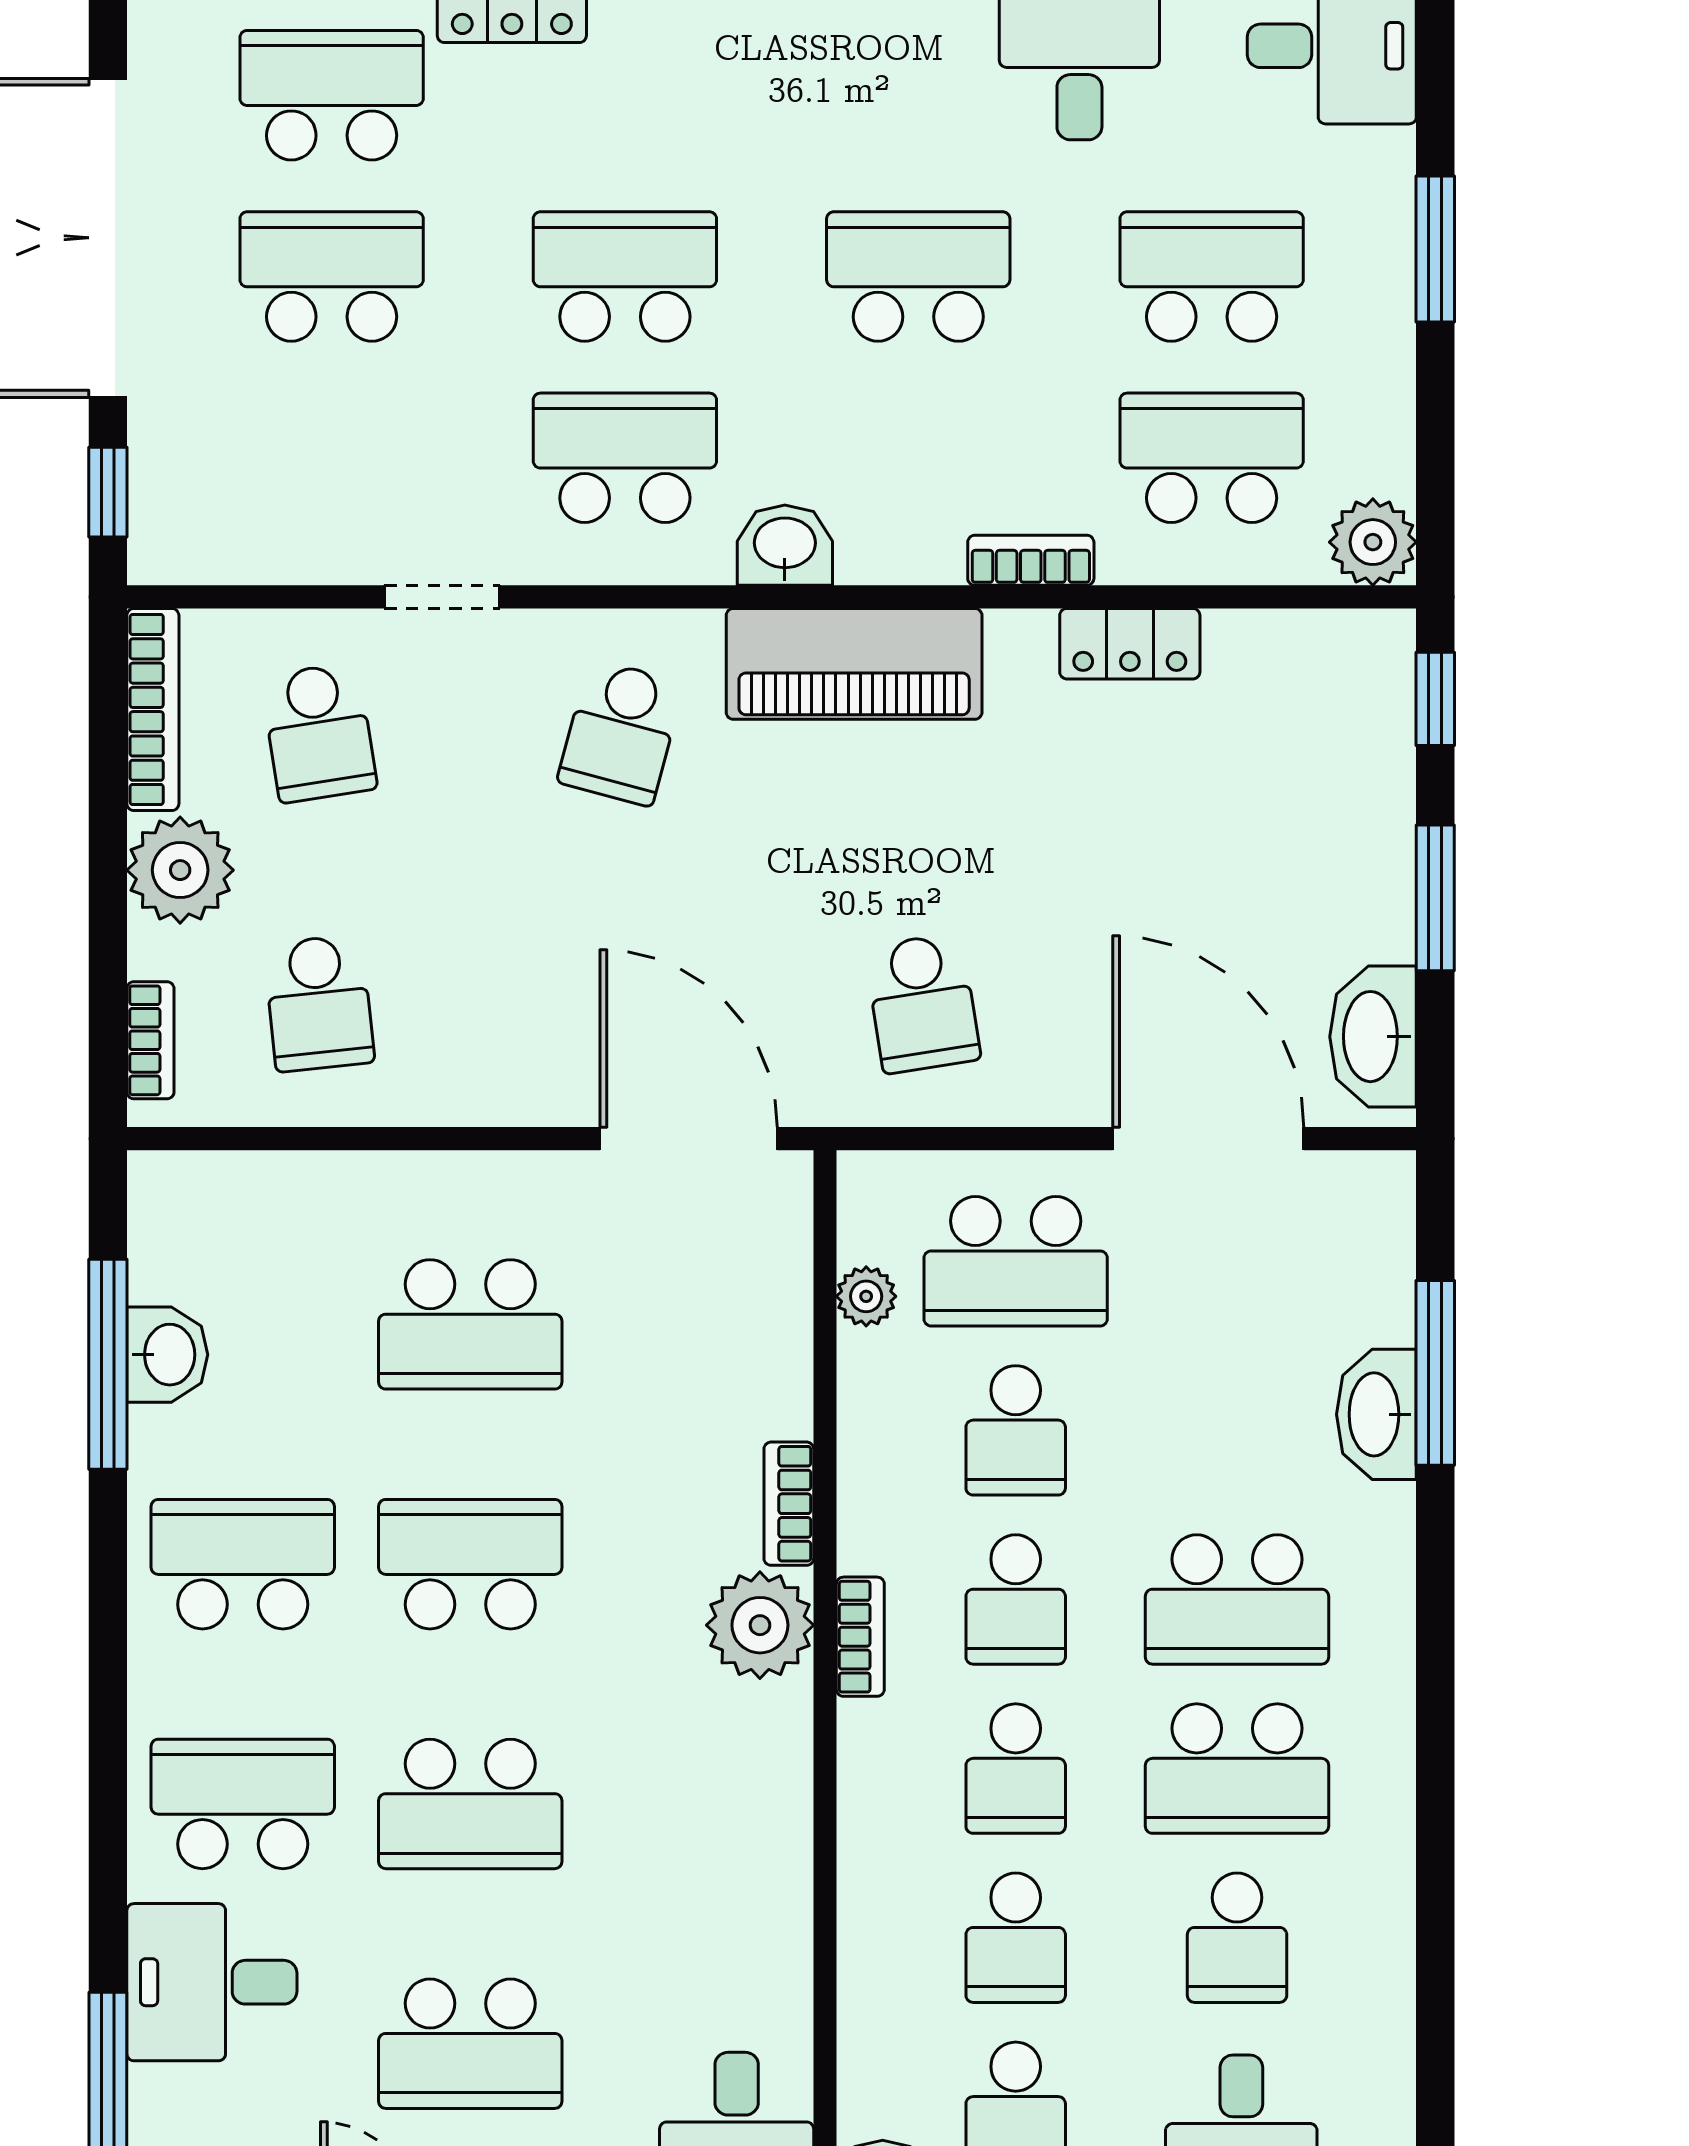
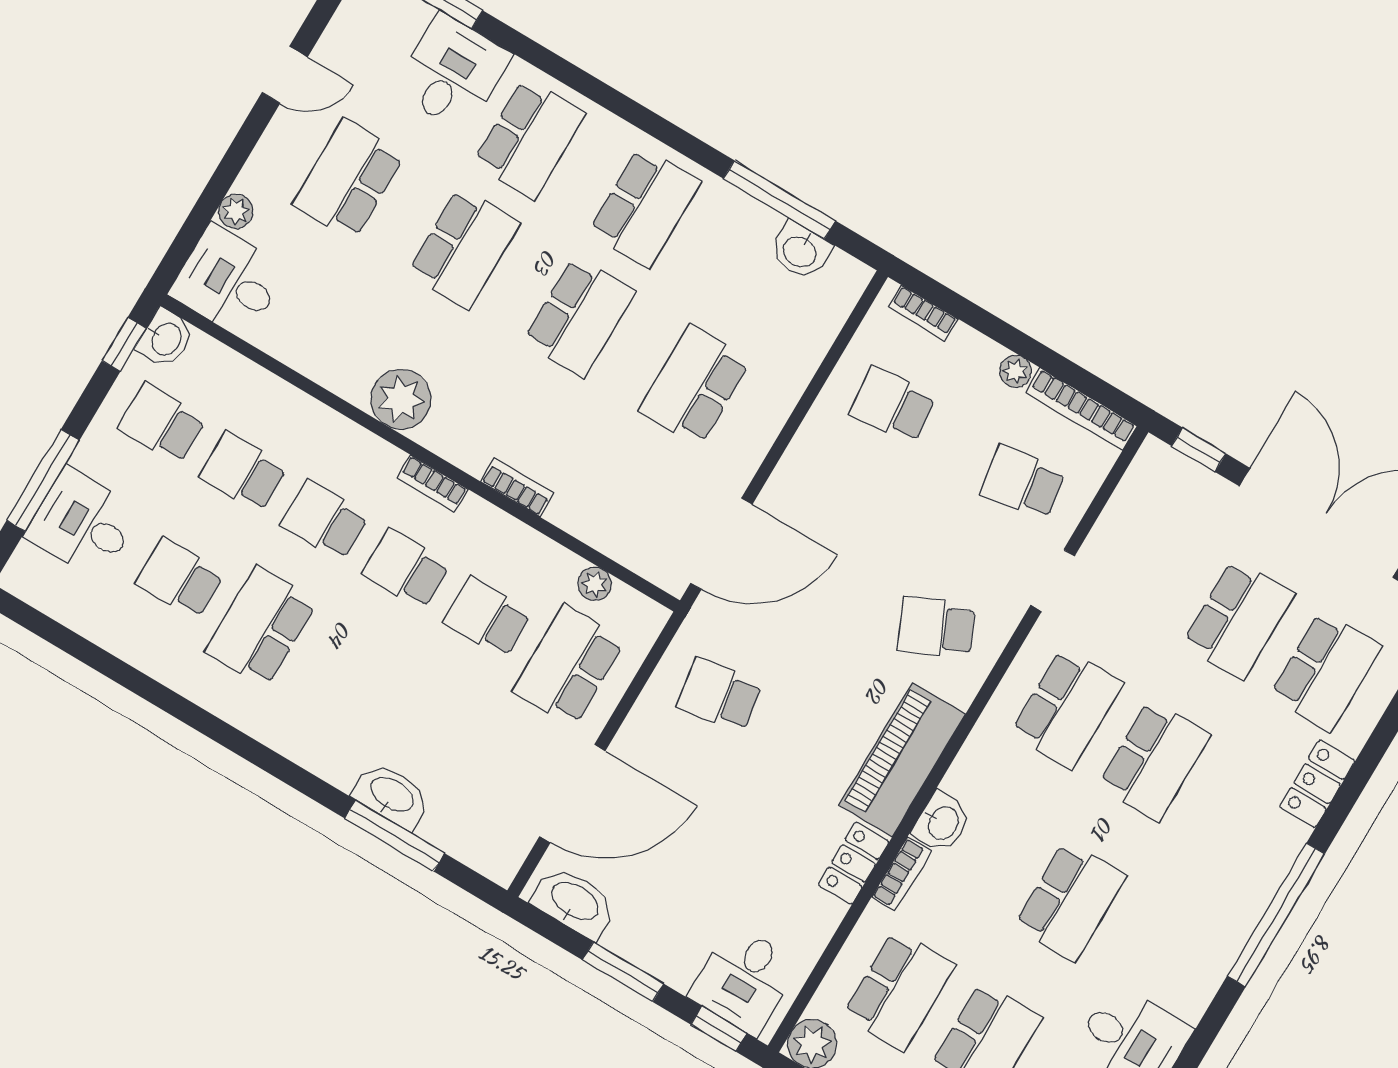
washbasin: (785, 545) -> (942, 822), moved
locker: (1130, 644) -> (854, 863), moved
desk: (1337, 705) -> (744, 980), added
school desk: (621, 732) -> (936, 628), turned -39
plant: (180, 870) -> (1015, 371), width x0.53, depth x0.53
washbasin: (167, 1355) -> (800, 251), moved
school desk: (1237, 1599) -> (342, 675), removed
plant: (760, 1625) -> (401, 399), moved
school desk: (470, 1804) -> (464, 248), turned 180

